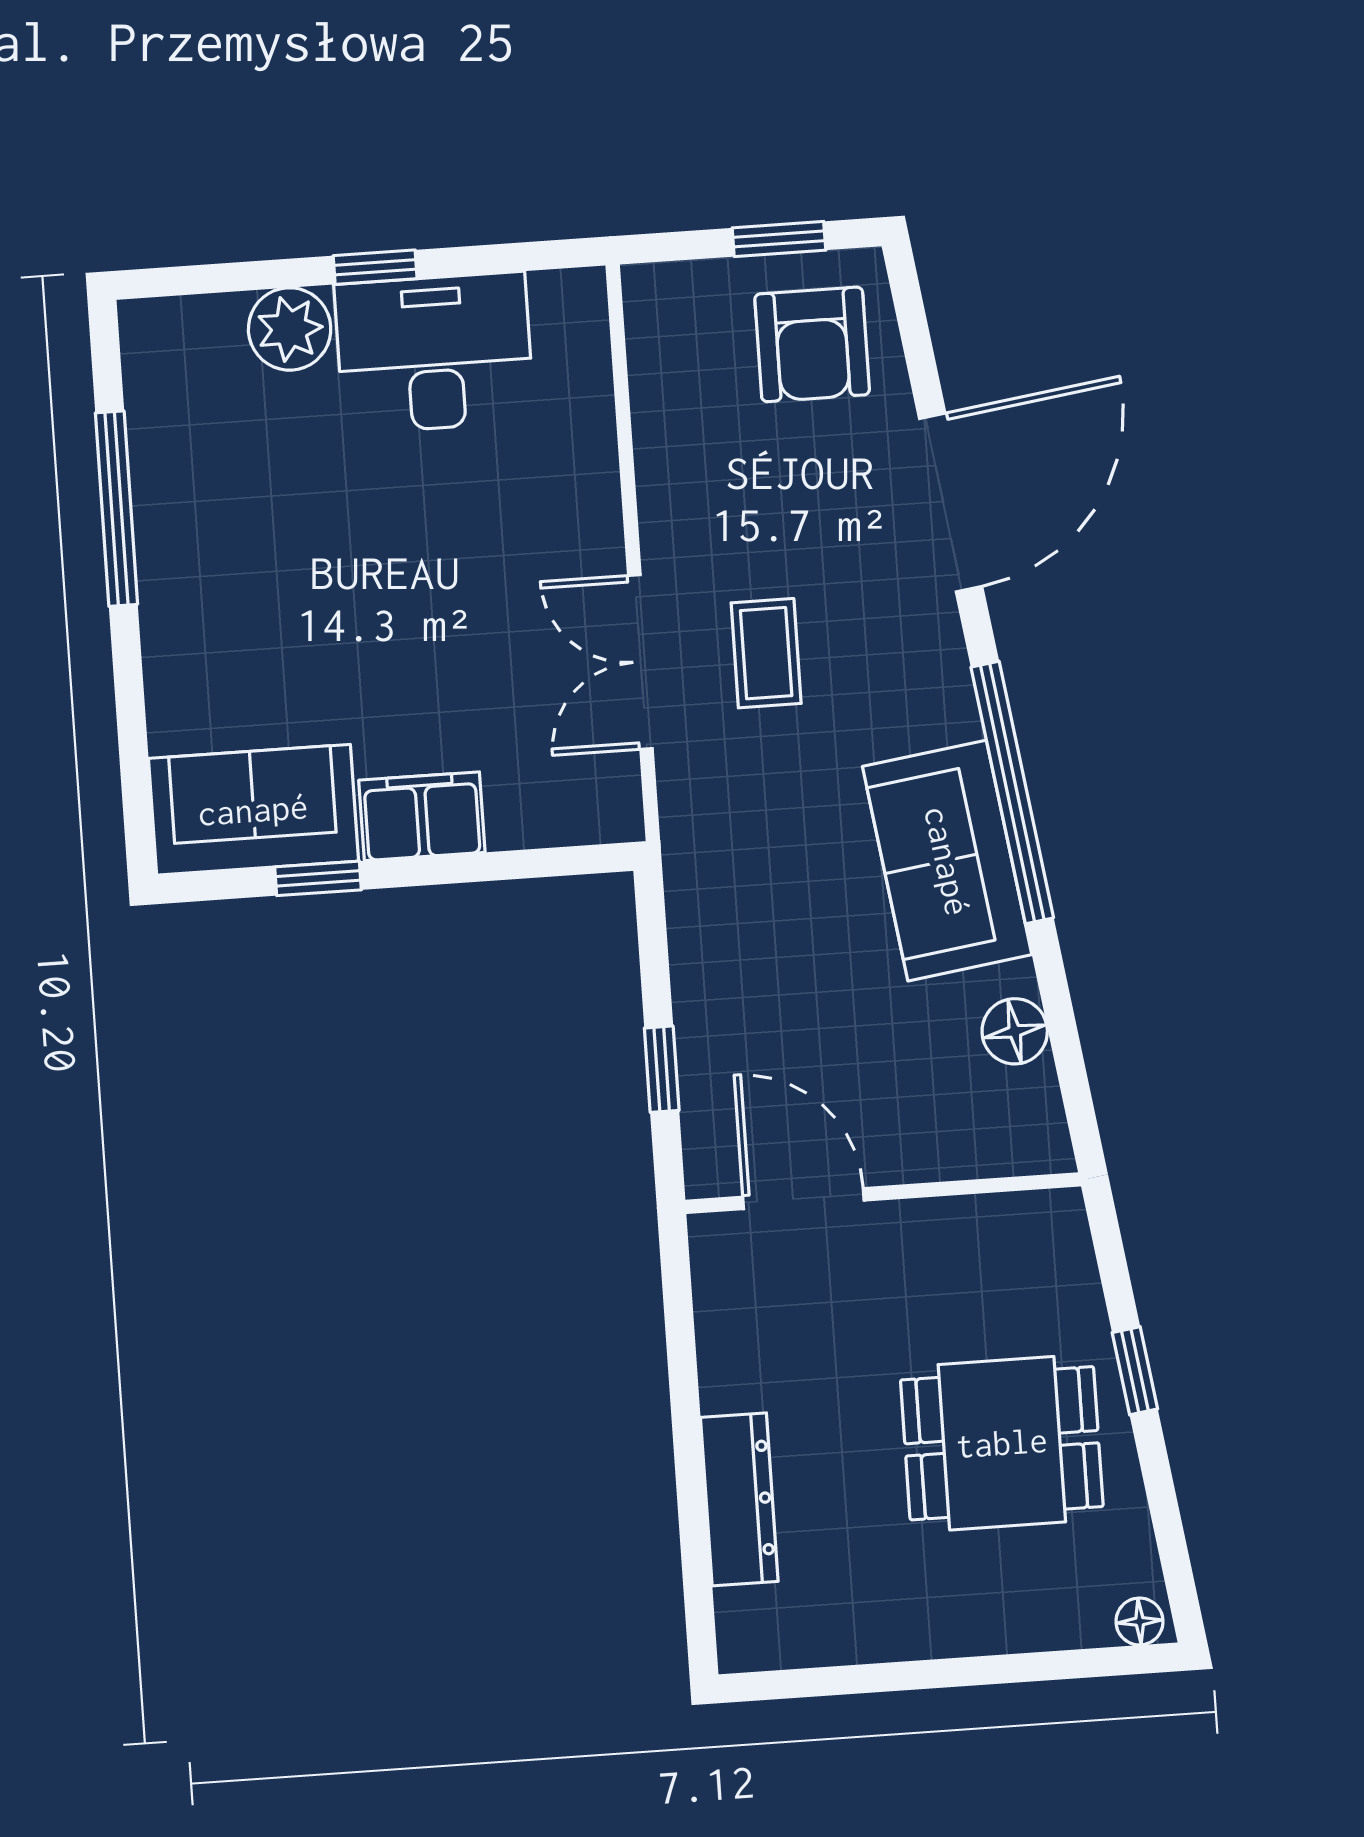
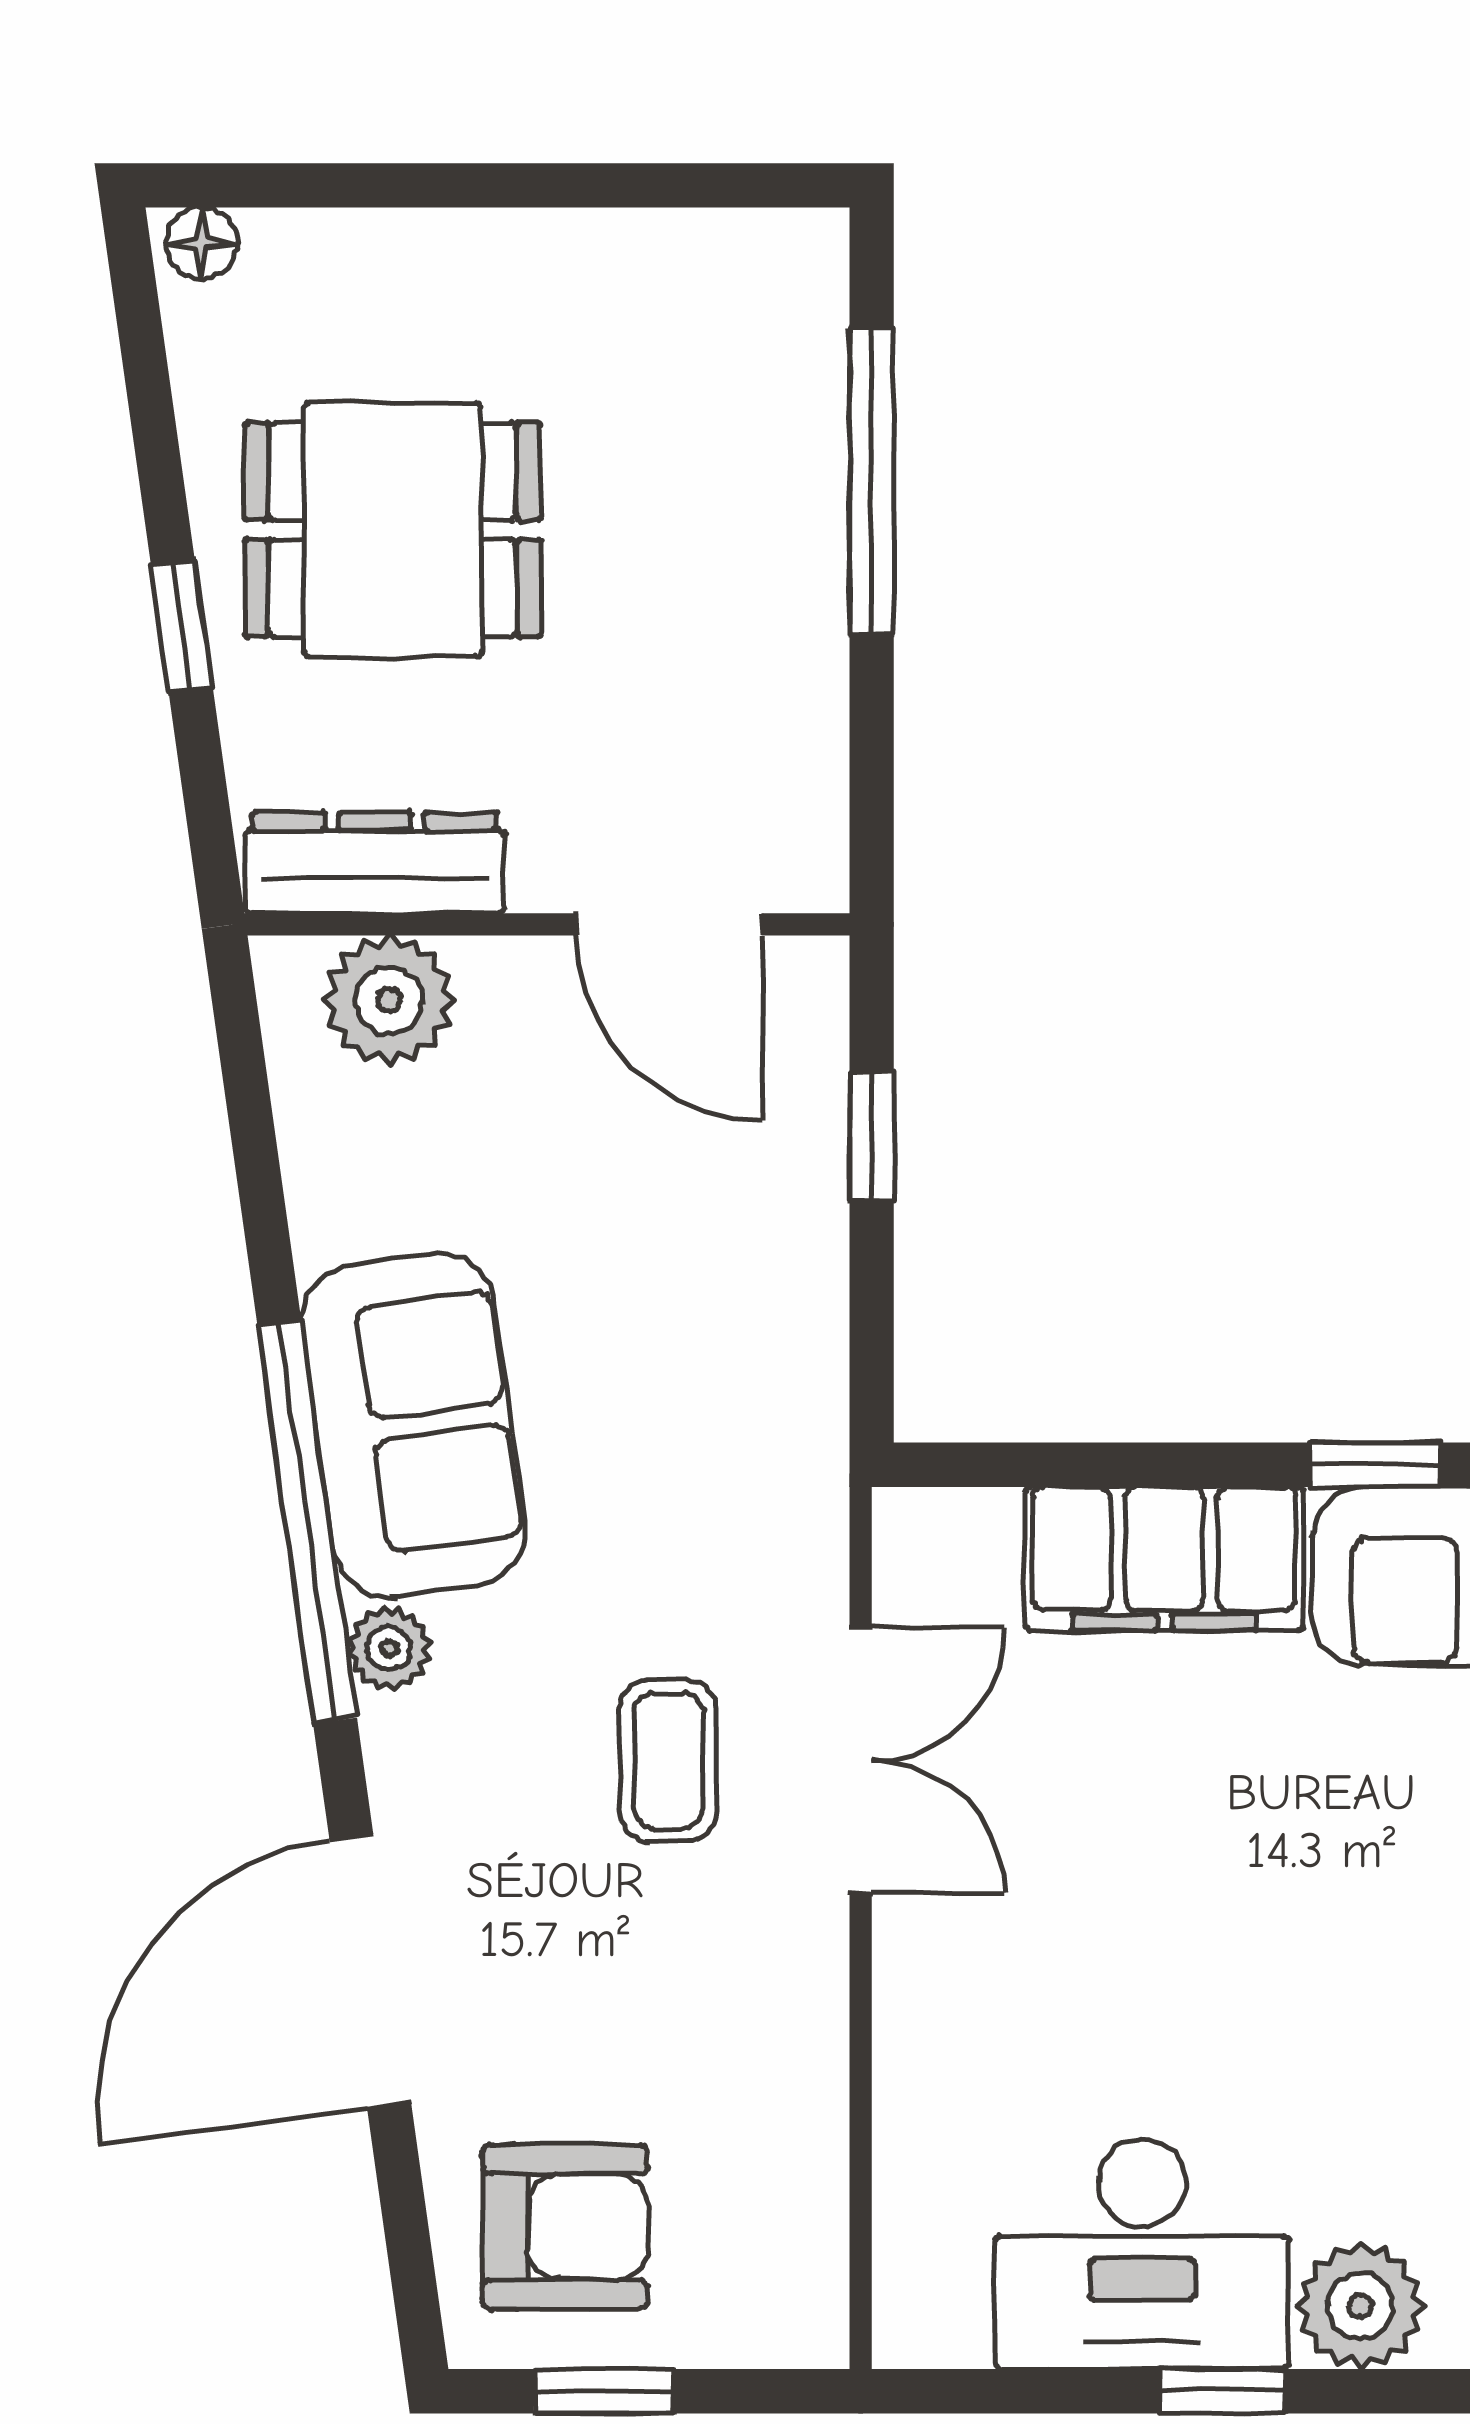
armchair: (812, 344) -> (565, 2227), turned 90
plant: (953, 714) -> (389, 1648), added
filing cabinet: (422, 816) -> (1164, 1559), width x1.50, depth x1.17
floor lamp: (1015, 1031) -> (329, 1157), removed
plant: (983, 1136) -> (389, 1000), added
window: (692, 1497) -> (872, 482), added
dresser: (739, 1499) -> (375, 863), moved, turned 90

